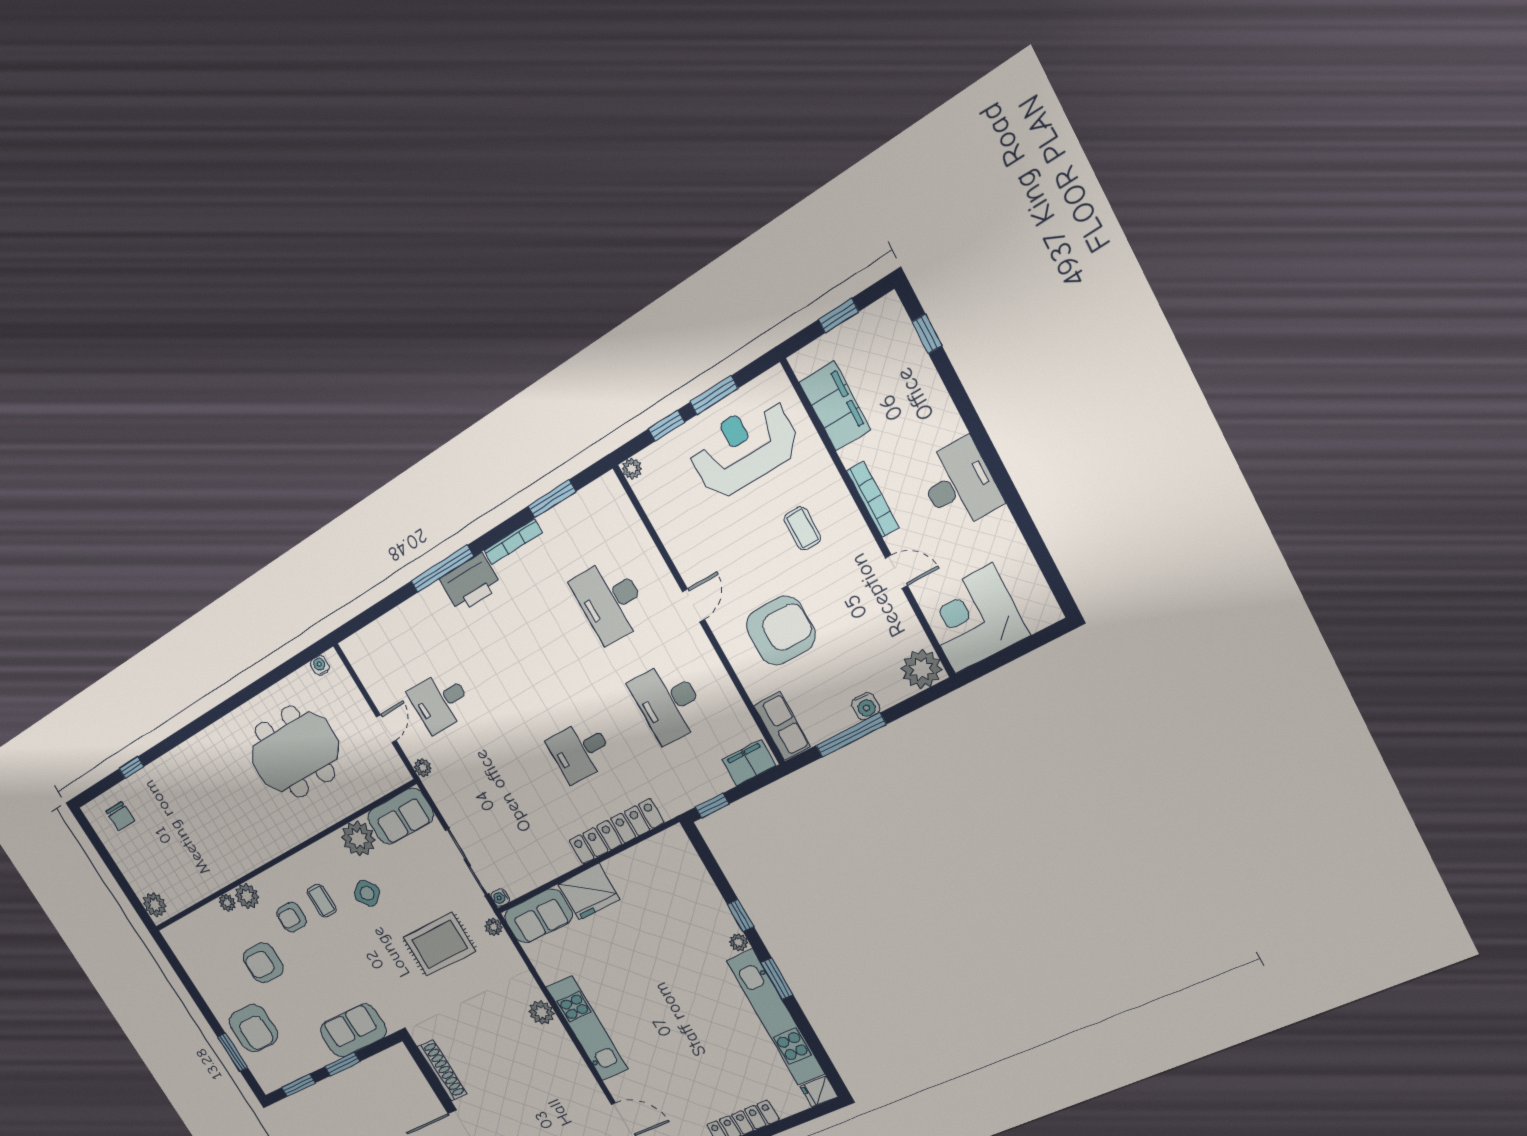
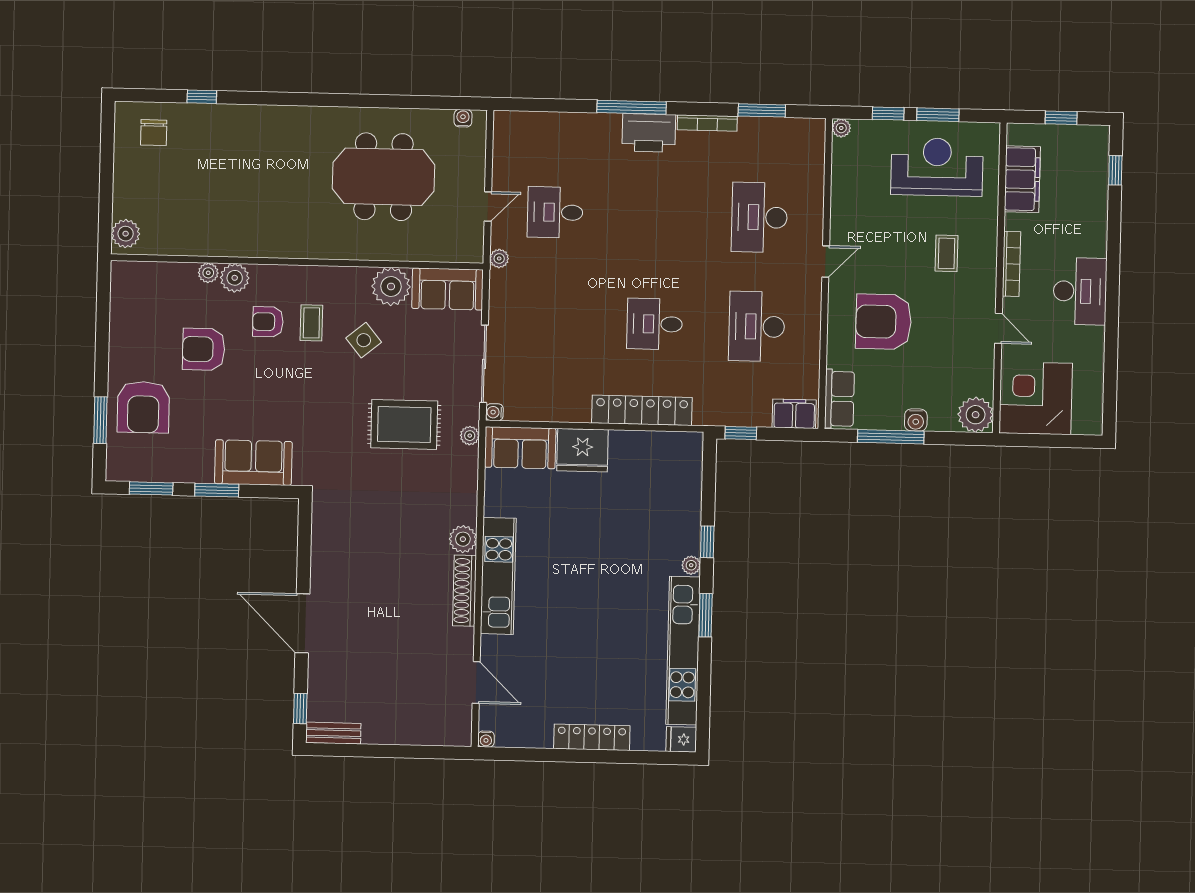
armchair: (781, 631) -> (884, 322), turned 180
shoe rack: (442, 1070) -> (464, 591), moved, turned 180

